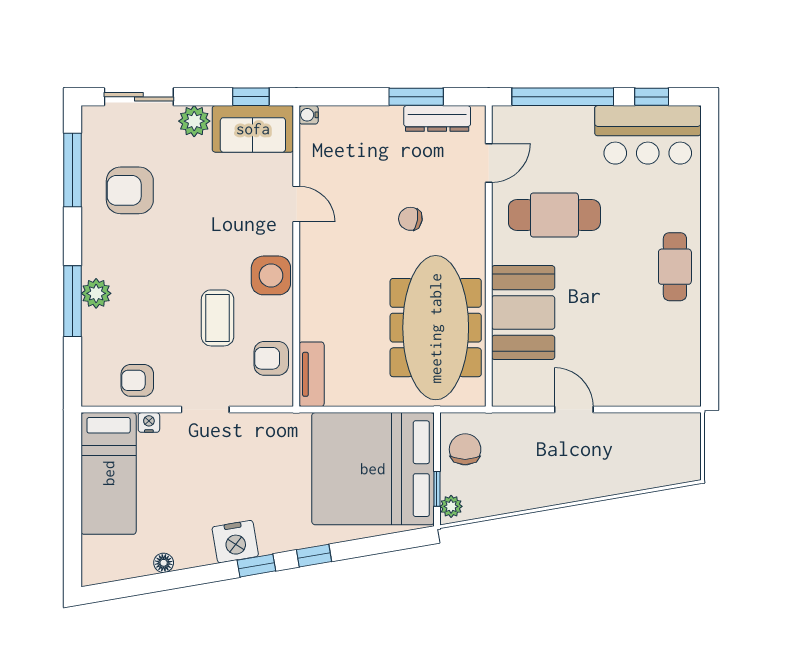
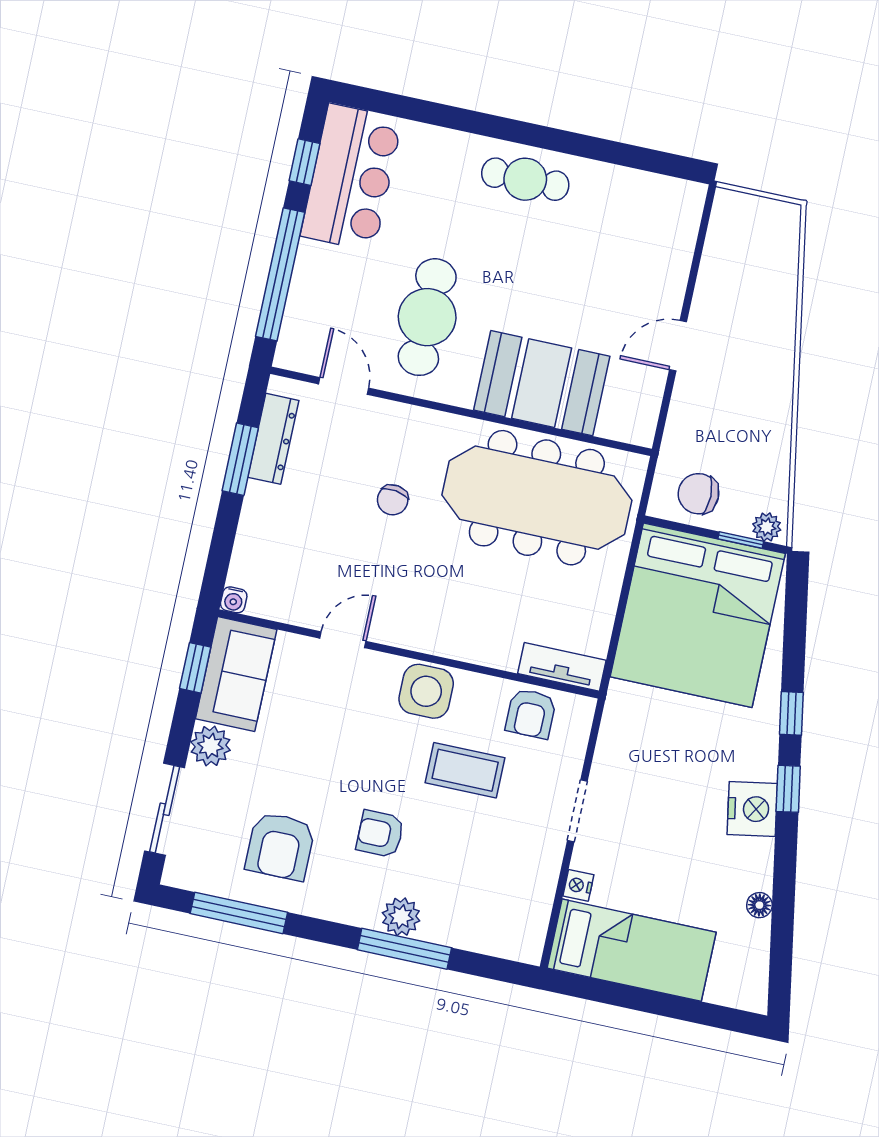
armchair: (137, 380) -> (380, 834), moved, turned 90

